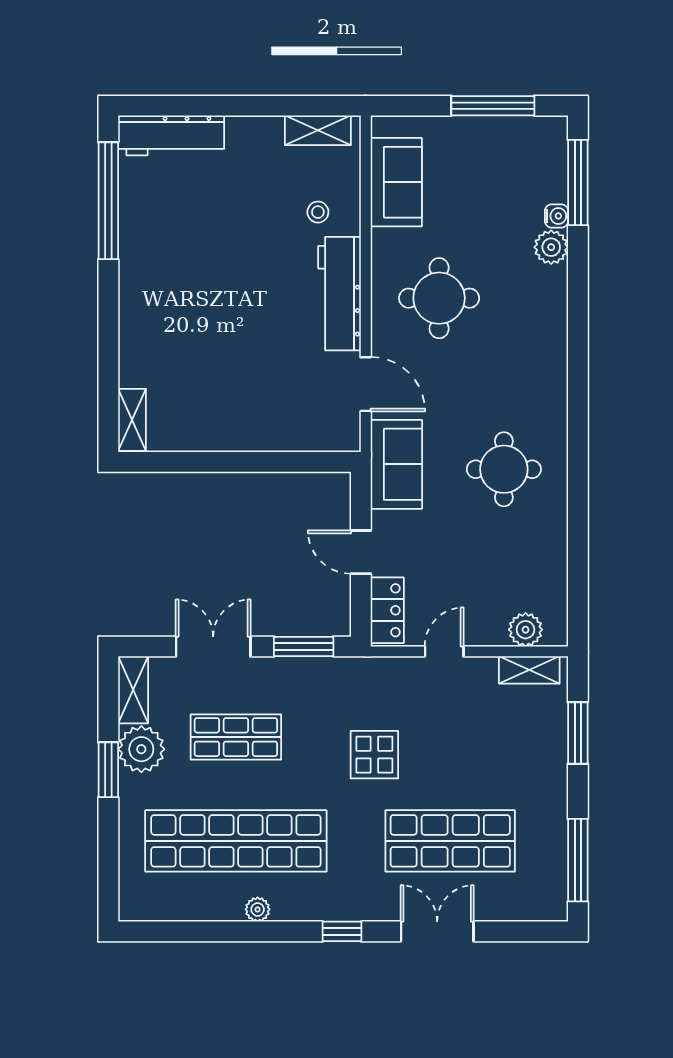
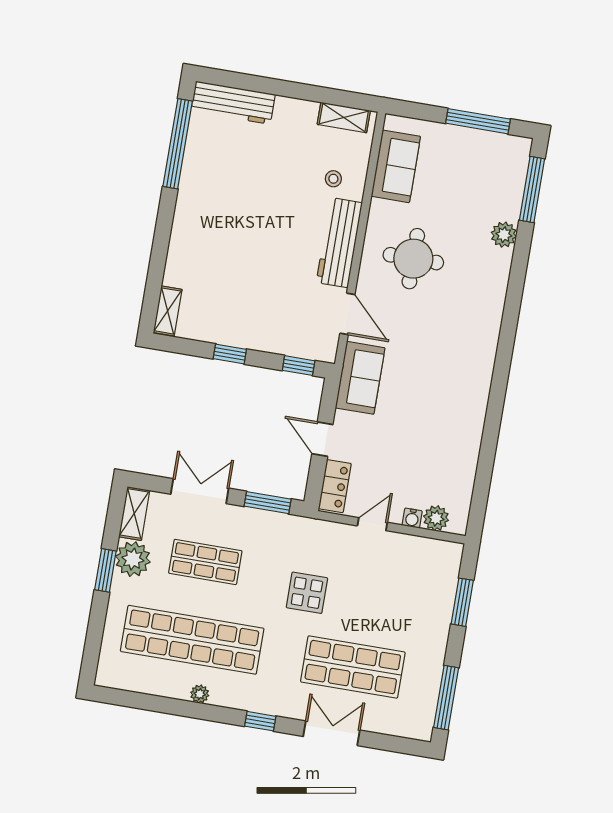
water cooler: (556, 216) -> (412, 518), moved, turned 90
window: (222, 462) -> (230, 354), added
window: (314, 462) -> (299, 366), added
round table: (504, 469) -> (440, 395), removed
shelving: (529, 670) -> (434, 549), removed

